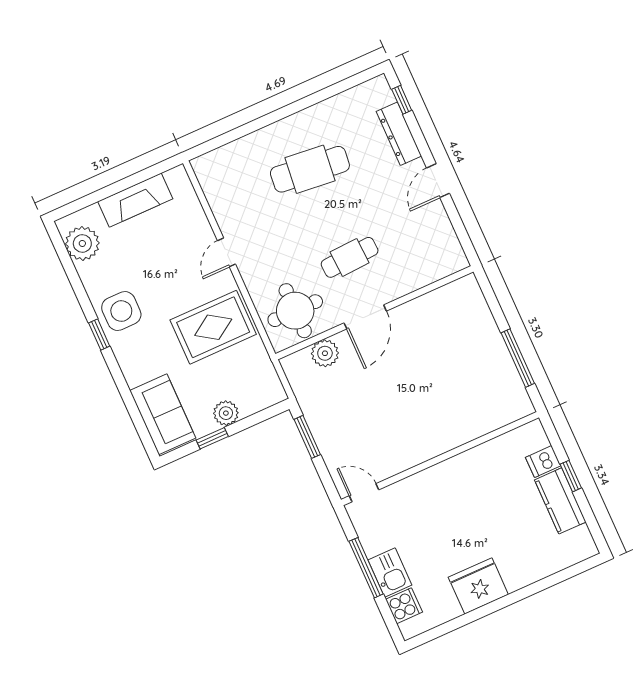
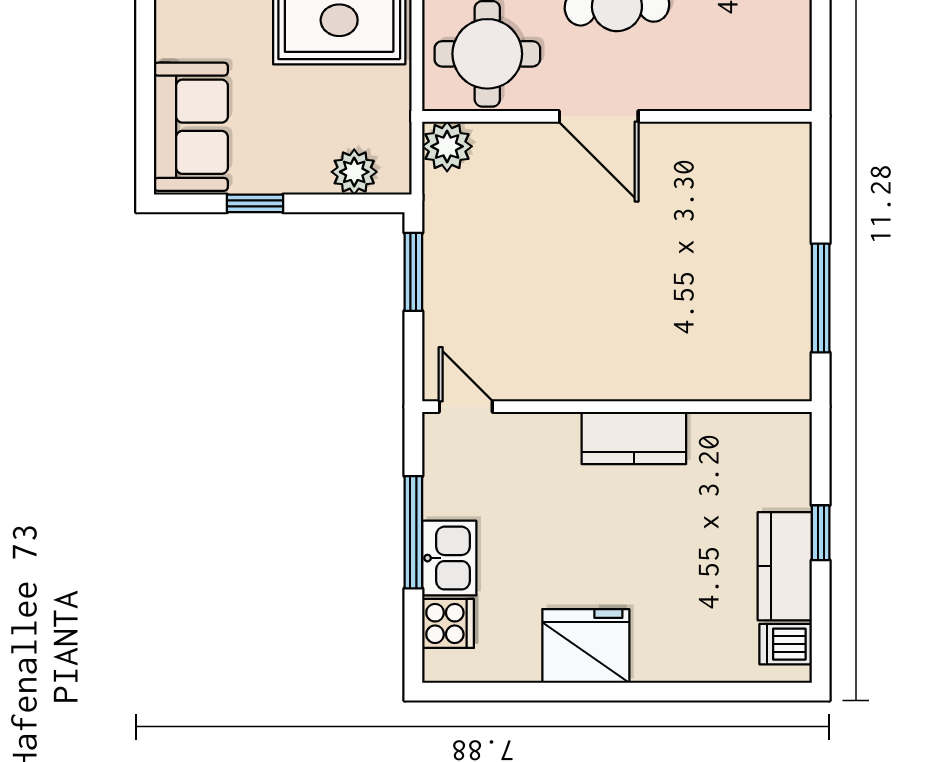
door: (365, 317) -> (599, 116), hinge flipped
plant: (325, 353) -> (447, 146), moved
plant: (226, 413) -> (354, 172), moved
dishwasher: (543, 462) -> (786, 644), moved
kitchen counter: (456, 471) -> (634, 438), added

